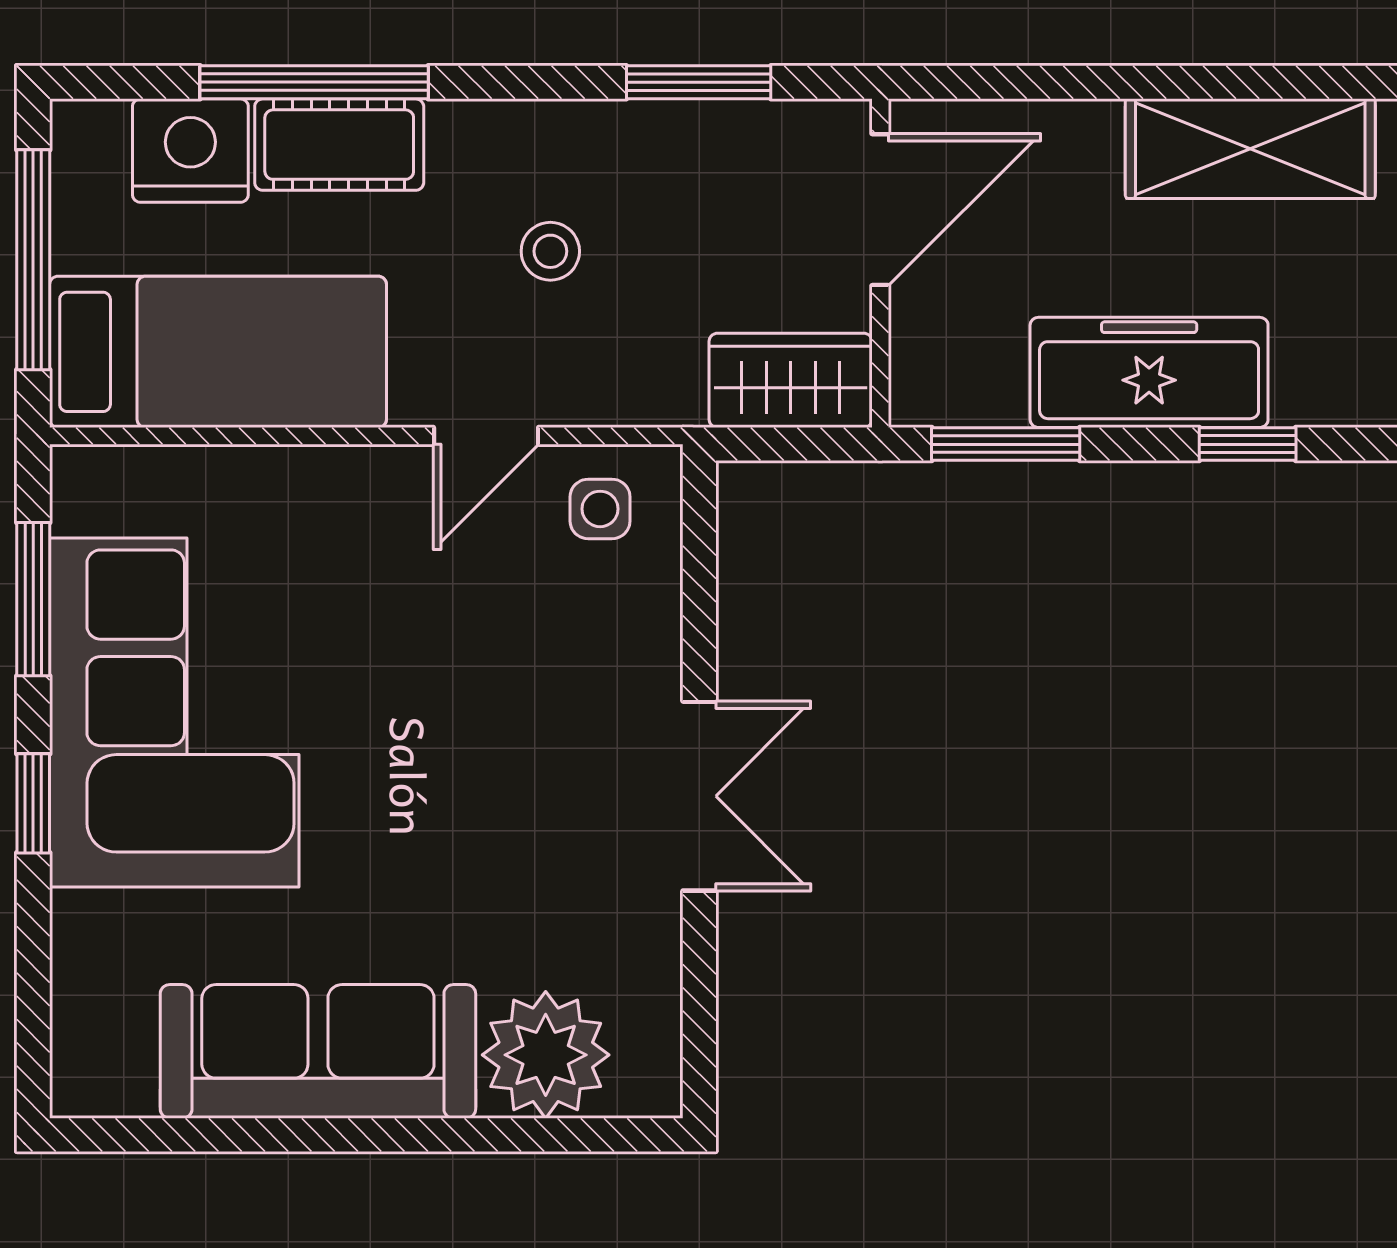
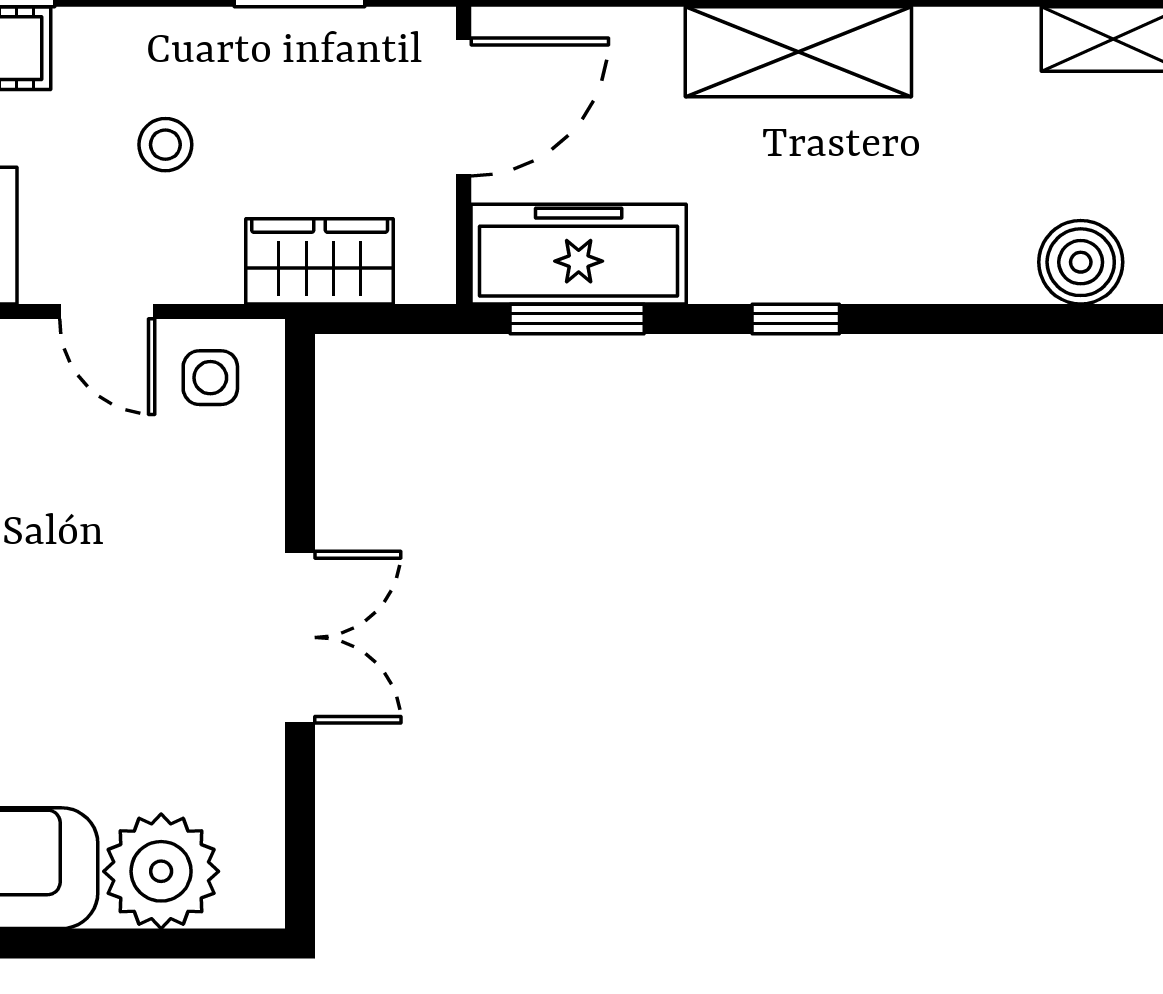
freezer: (1149, 372) -> (579, 254), moved
wardrobe: (791, 380) -> (320, 261), moved
door: (486, 436) -> (107, 311), hinge flipped

